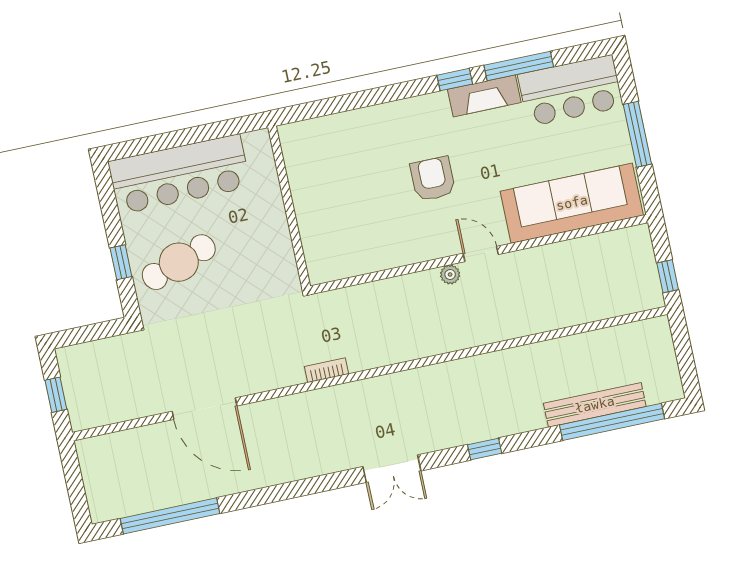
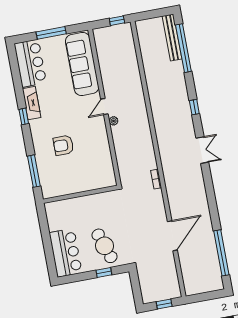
window: (519, 66) -> (34, 171), moved
bar counter: (179, 174) -> (66, 253), width x0.73
armchair: (433, 179) -> (63, 145), moved
bench: (595, 405) -> (172, 38), moved

